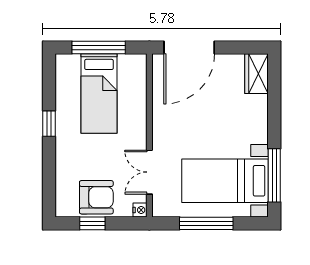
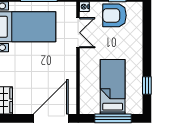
window: (49, 124) -> (147, 85), moved

